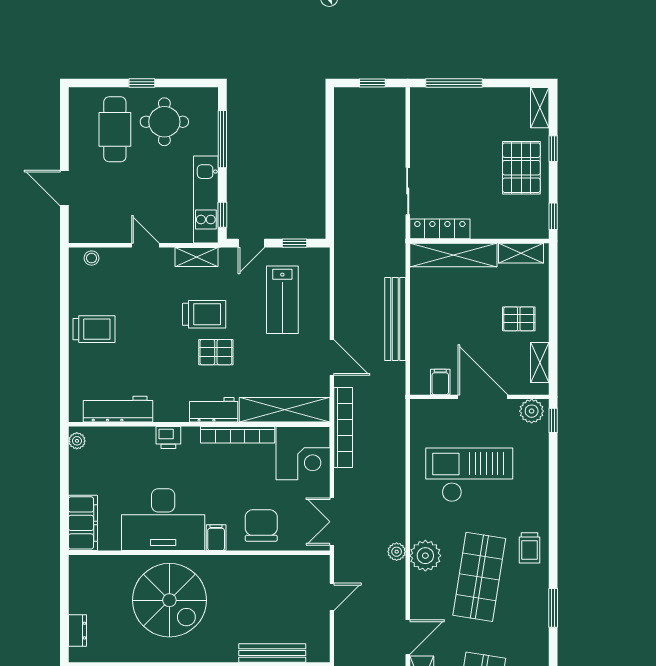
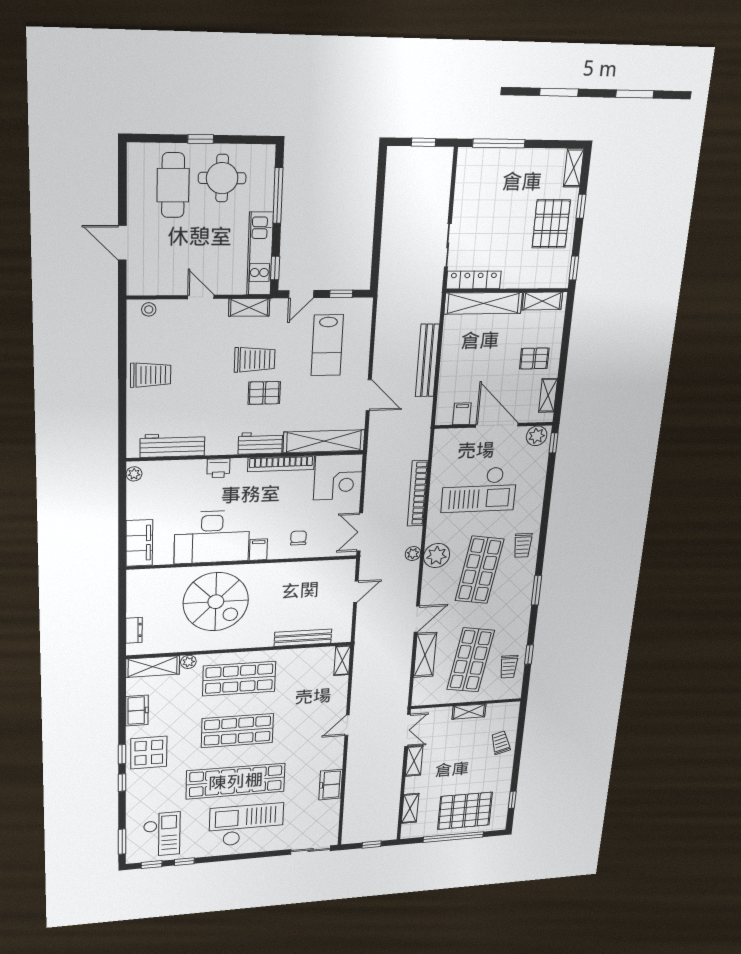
bookcase: (343, 428) -> (418, 493), moved, turned 180
checkout: (469, 475) -> (479, 490), turned 180
chair: (261, 525) -> (298, 538), width x0.54, depth x0.54

